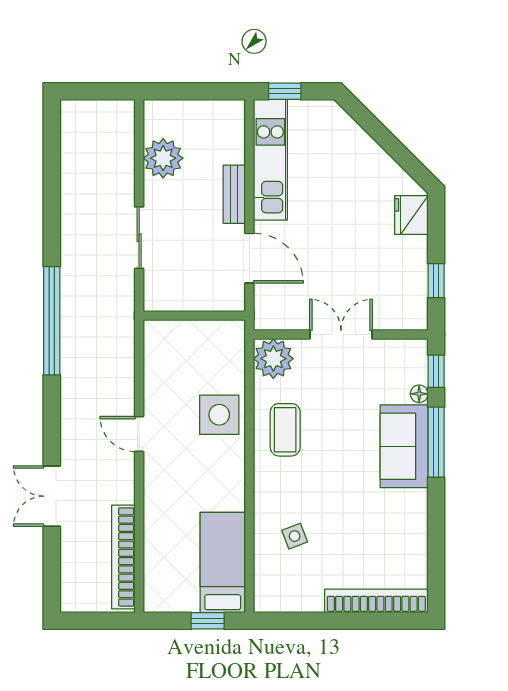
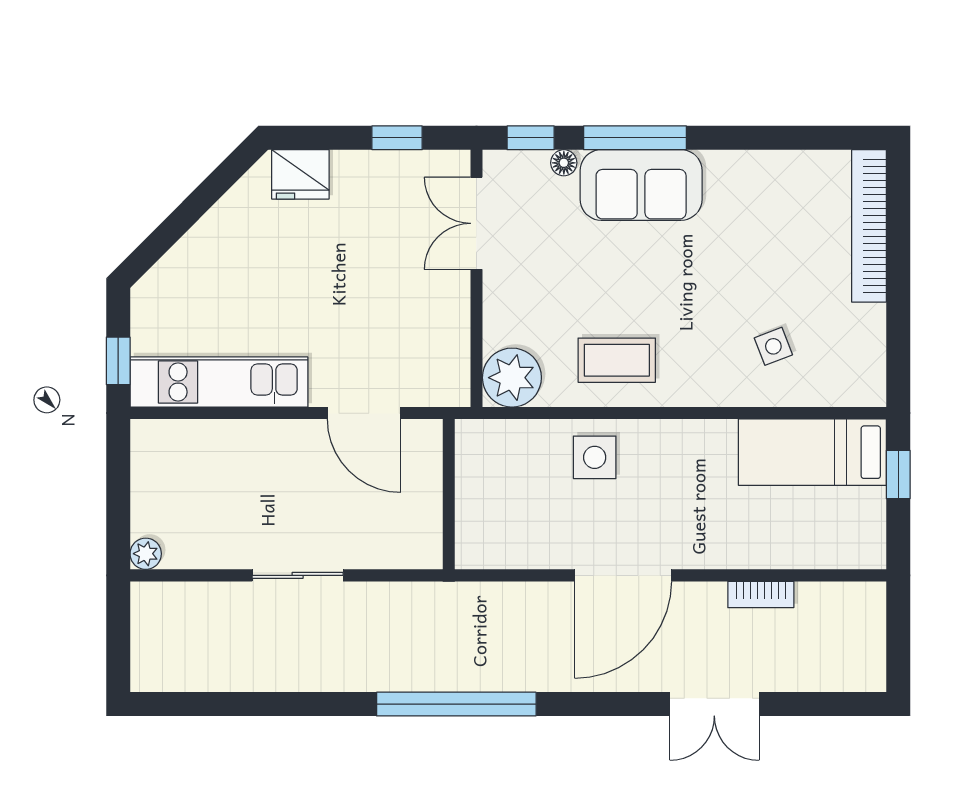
plant: (163, 158) -> (146, 554), moved, width x0.53, depth x0.53
bench: (234, 194) -> (270, 435), removed
sliding door: (139, 238) -> (298, 575), moved
door: (249, 258) -> (364, 413), swing flipped
double door: (341, 335) -> (476, 223), moved
side table: (219, 415) -> (595, 457), width x0.73, depth x0.73
door: (139, 434) -> (623, 575), width x1.88
bookcase: (123, 557) -> (761, 594), width x0.43, depth x0.76

